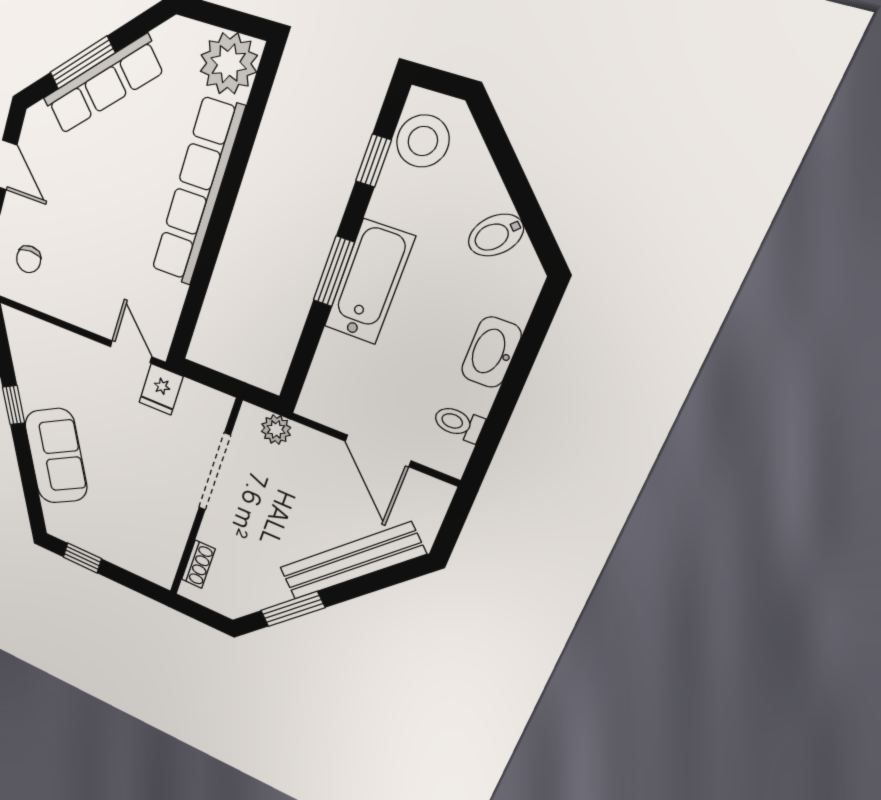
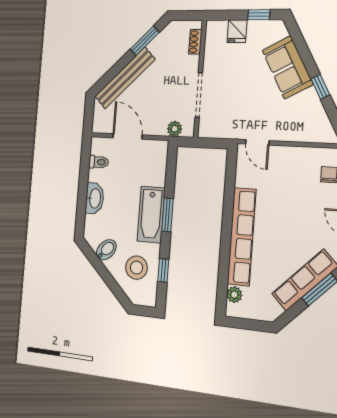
plant: (229, 63) -> (234, 295), width x0.53, depth x0.53
stool: (423, 141) -> (136, 268), moved
fridge: (161, 389) -> (237, 31), moved, turned 180

